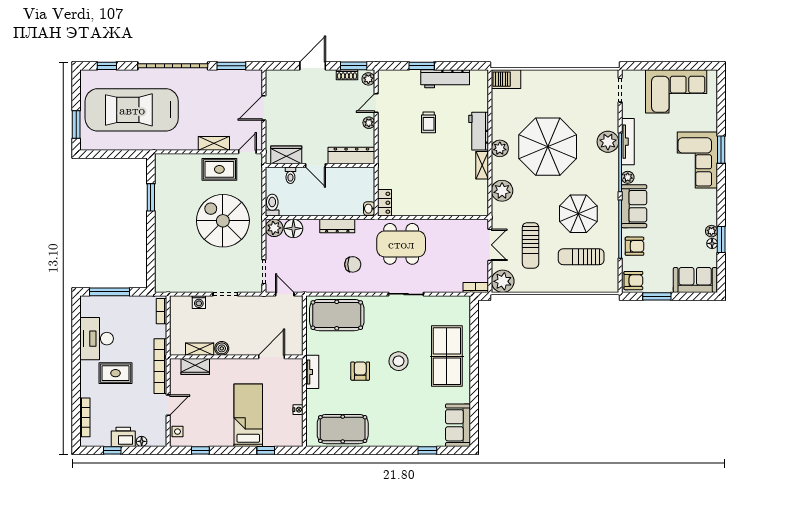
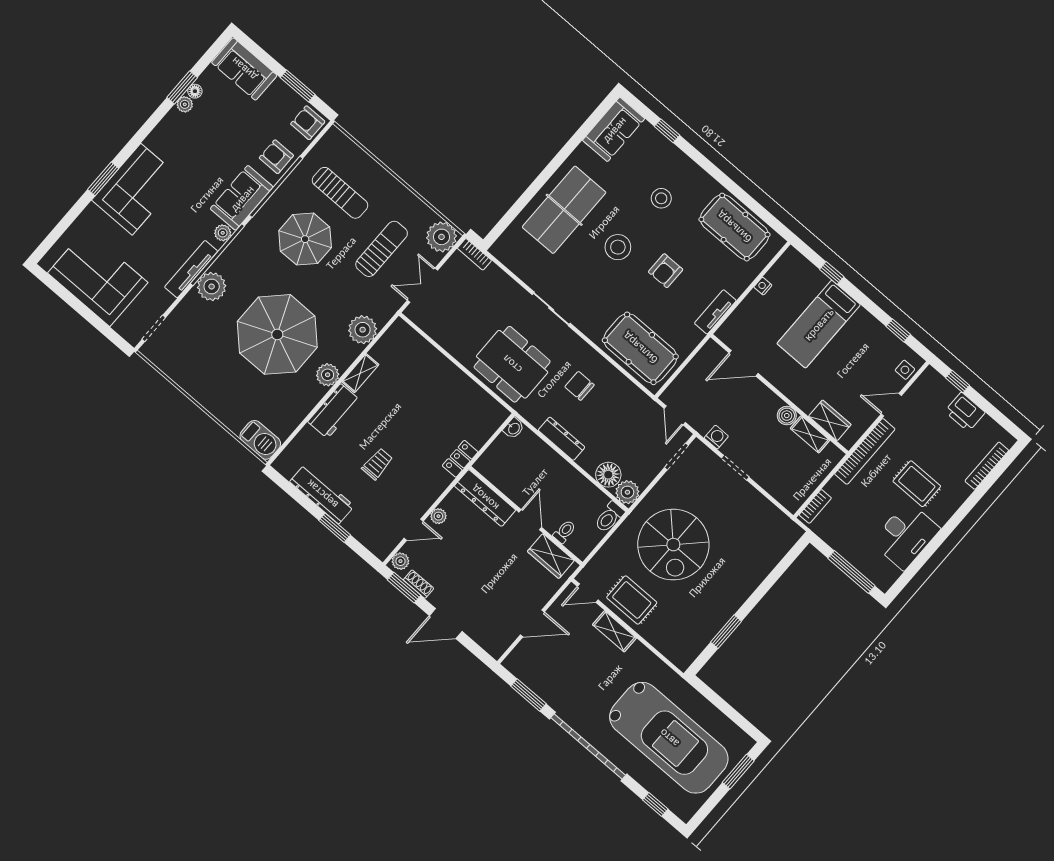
locker: (384, 203) -> (460, 459), moved
washing machine: (199, 302) -> (716, 437), moved
stool: (398, 410) -> (661, 198), added
floor lamp: (142, 441) -> (950, 391), removed
window: (112, 450) -> (958, 382), moved

